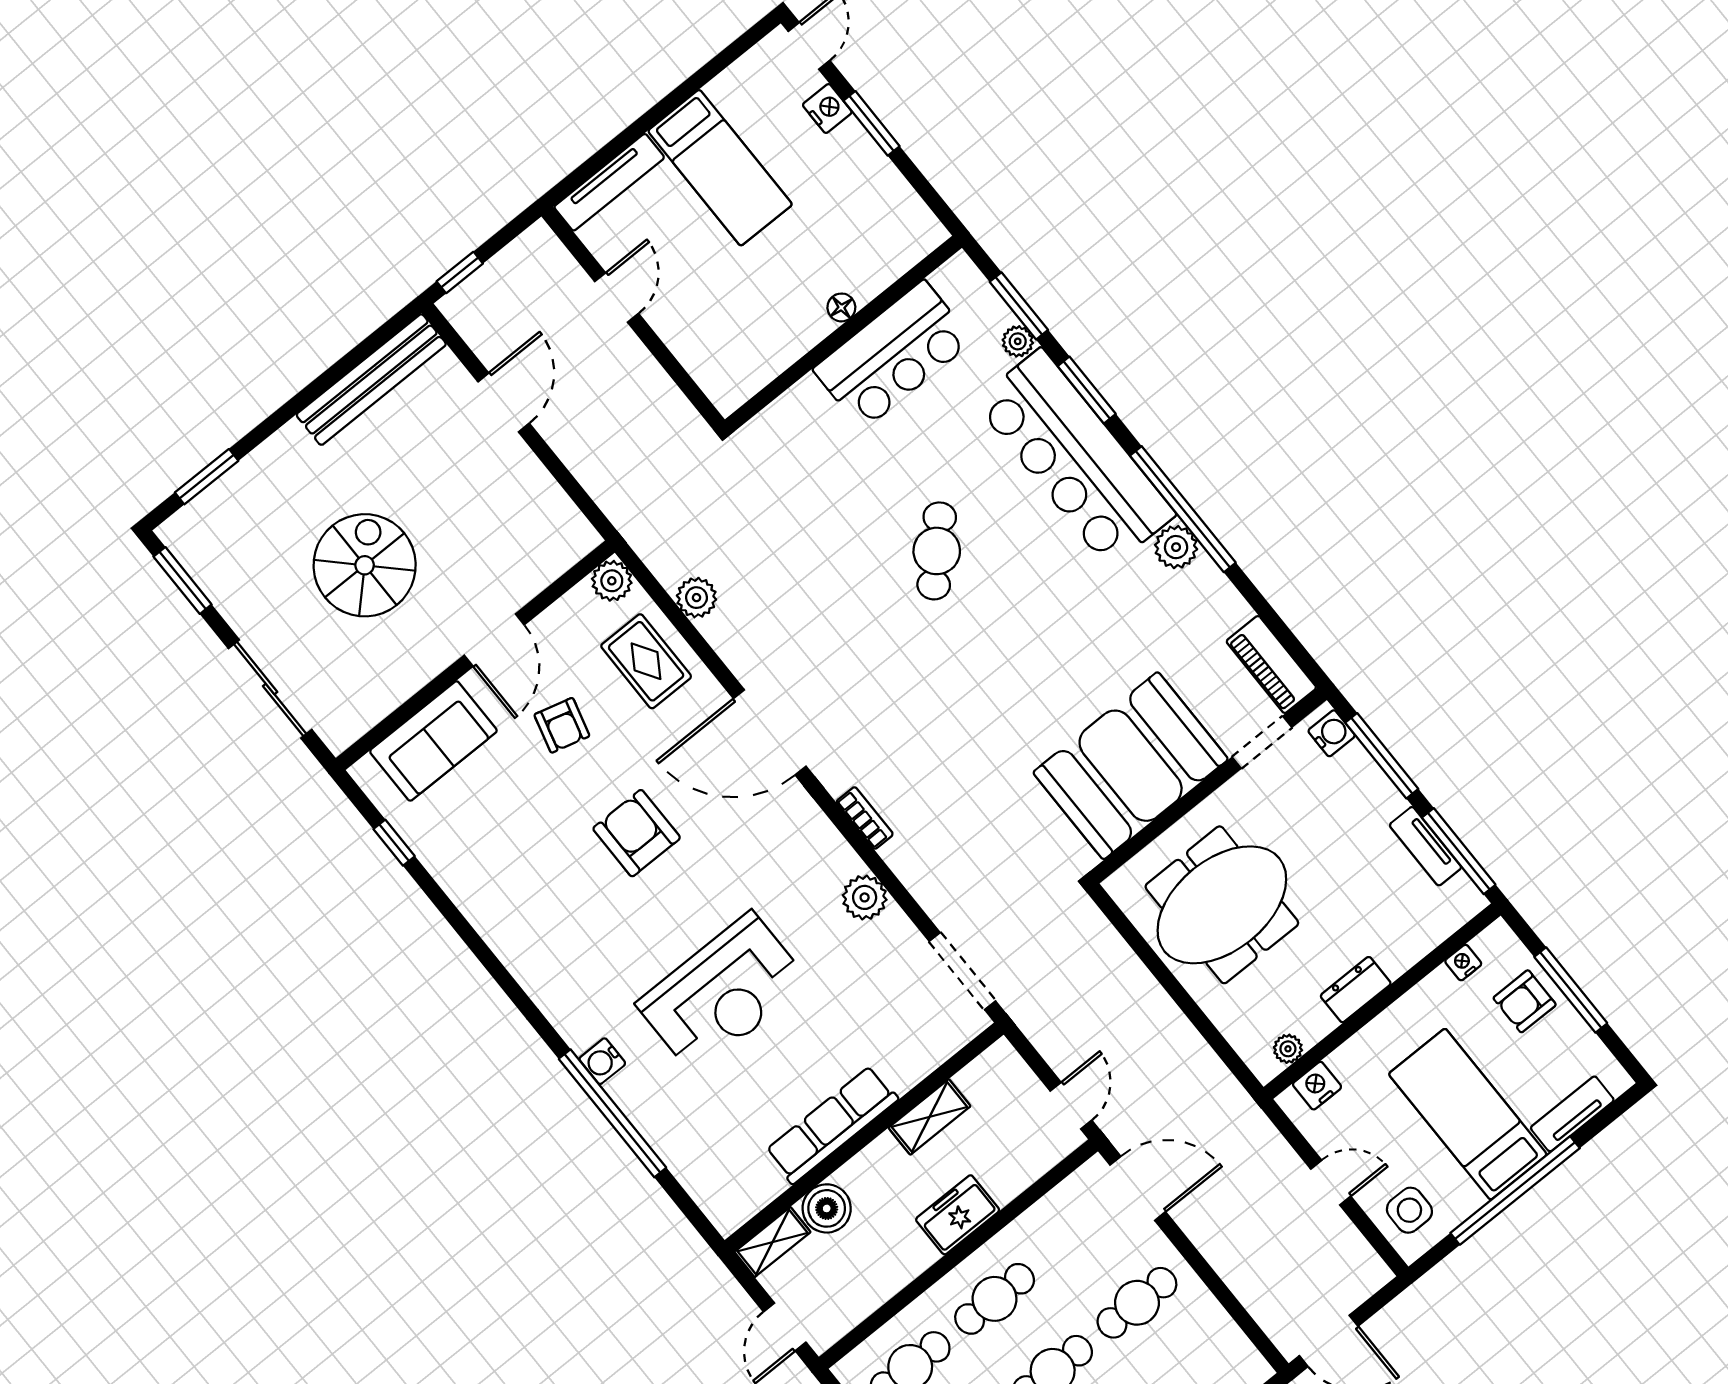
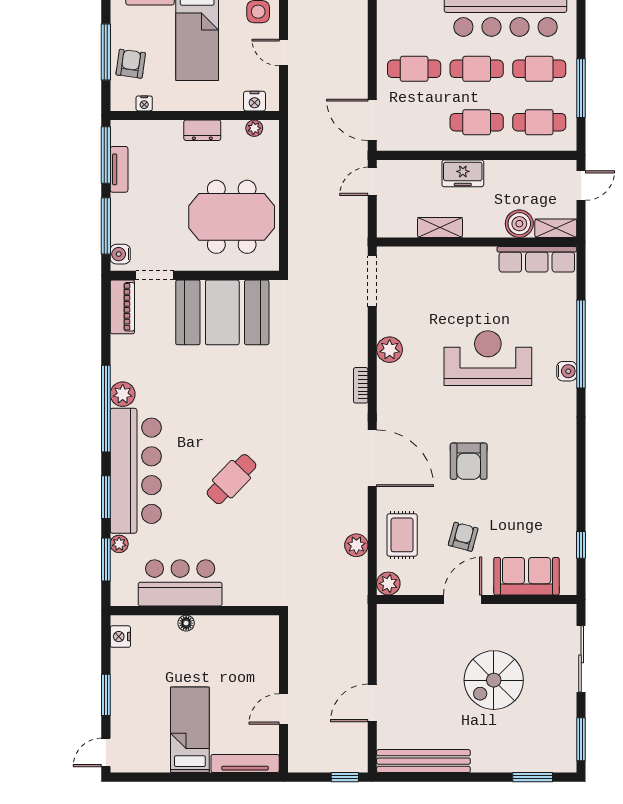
nightstand: (827, 108) -> (120, 637), moved
armchair: (1525, 1001) -> (131, 64), turned -82
row of seats: (832, 1125) -> (537, 259), moved

